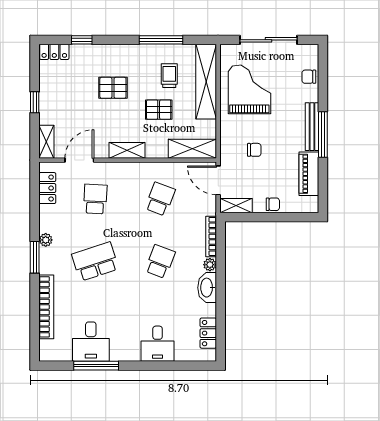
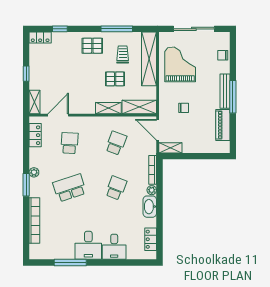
pallet: (113, 88) -> (92, 46), moved
shelving: (127, 150) -> (108, 108), moved
chair: (273, 204) -> (197, 147), removed
desk: (91, 342) -> (88, 245), moved

